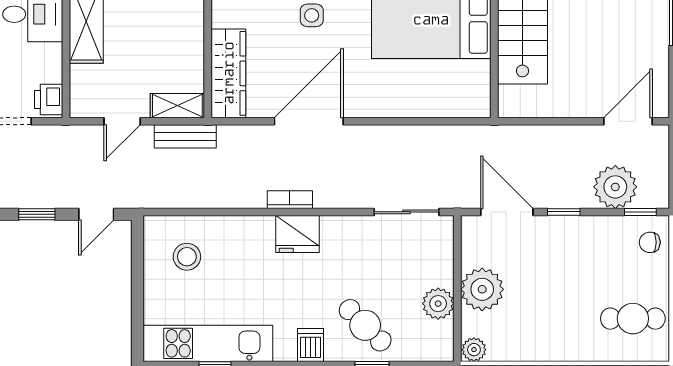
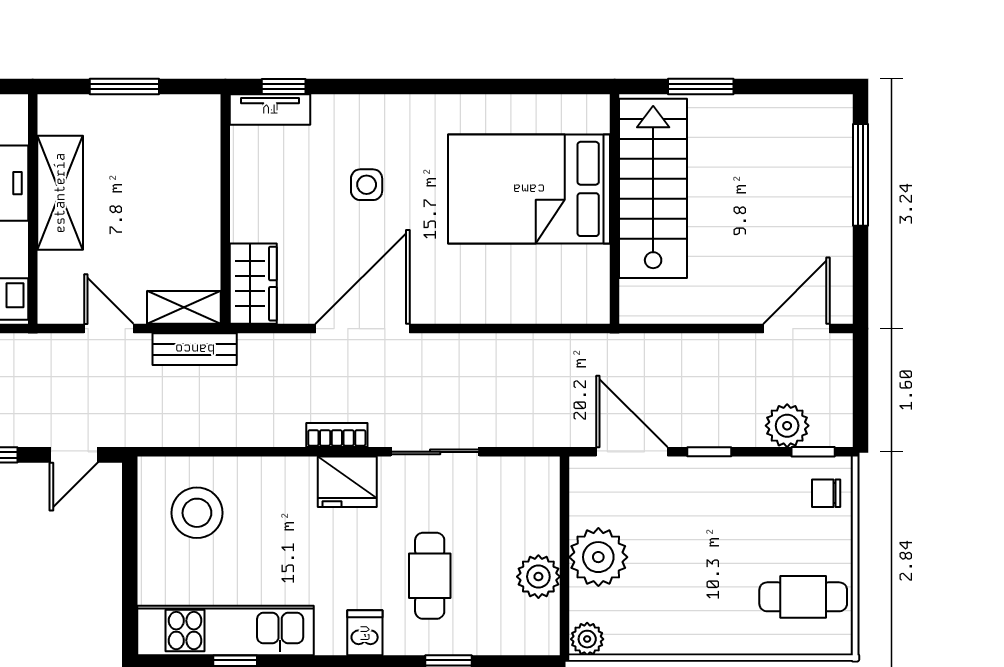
wardrobe: (228, 73) -> (253, 284), width x0.67
door: (122, 121) -> (109, 329), swing flipped
plant: (615, 187) -> (787, 426), width x0.73, depth x0.73
sliding door: (406, 212) -> (435, 452), moved
stool: (187, 257) -> (197, 513), width x1.38, depth x1.38
cafe table: (365, 325) -> (430, 576), moved, turned 45

